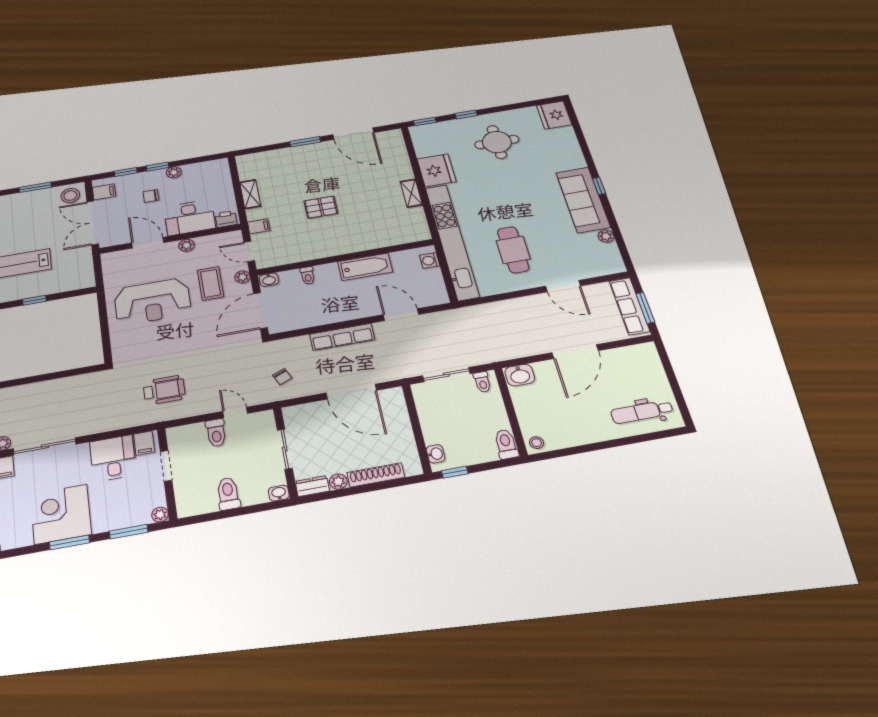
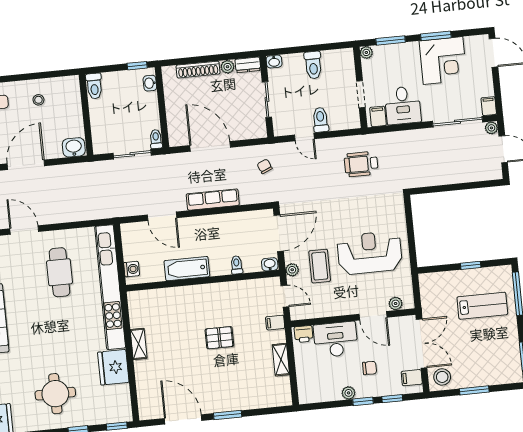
plant: (187, 245) -> (396, 303), moved
toilet: (482, 382) -> (156, 139), moved
stool: (537, 443) -> (38, 100), moved

